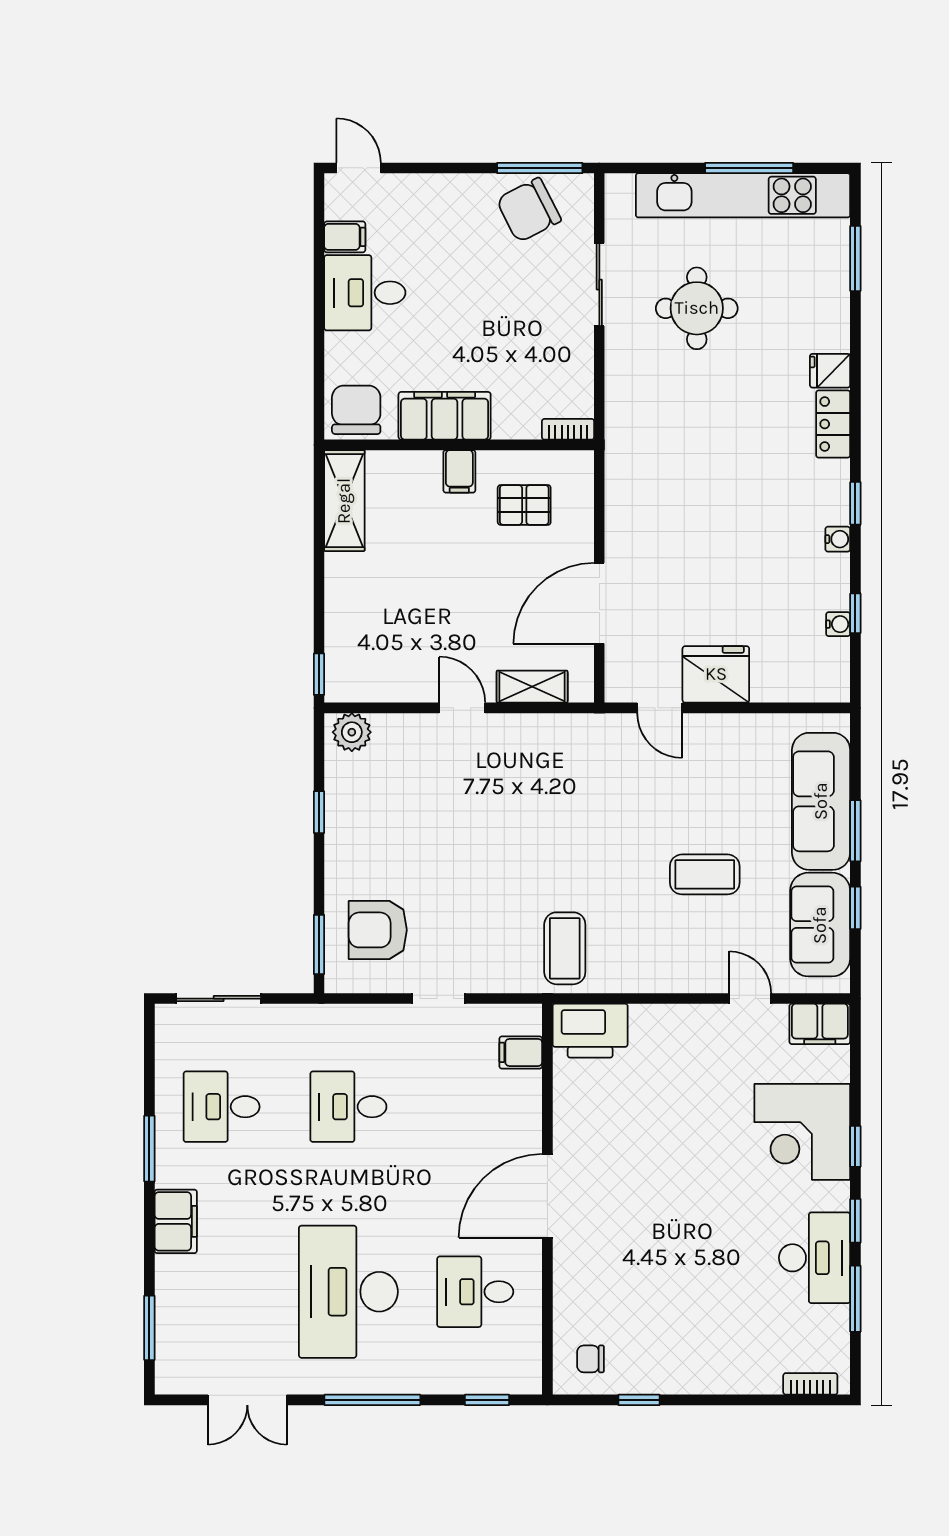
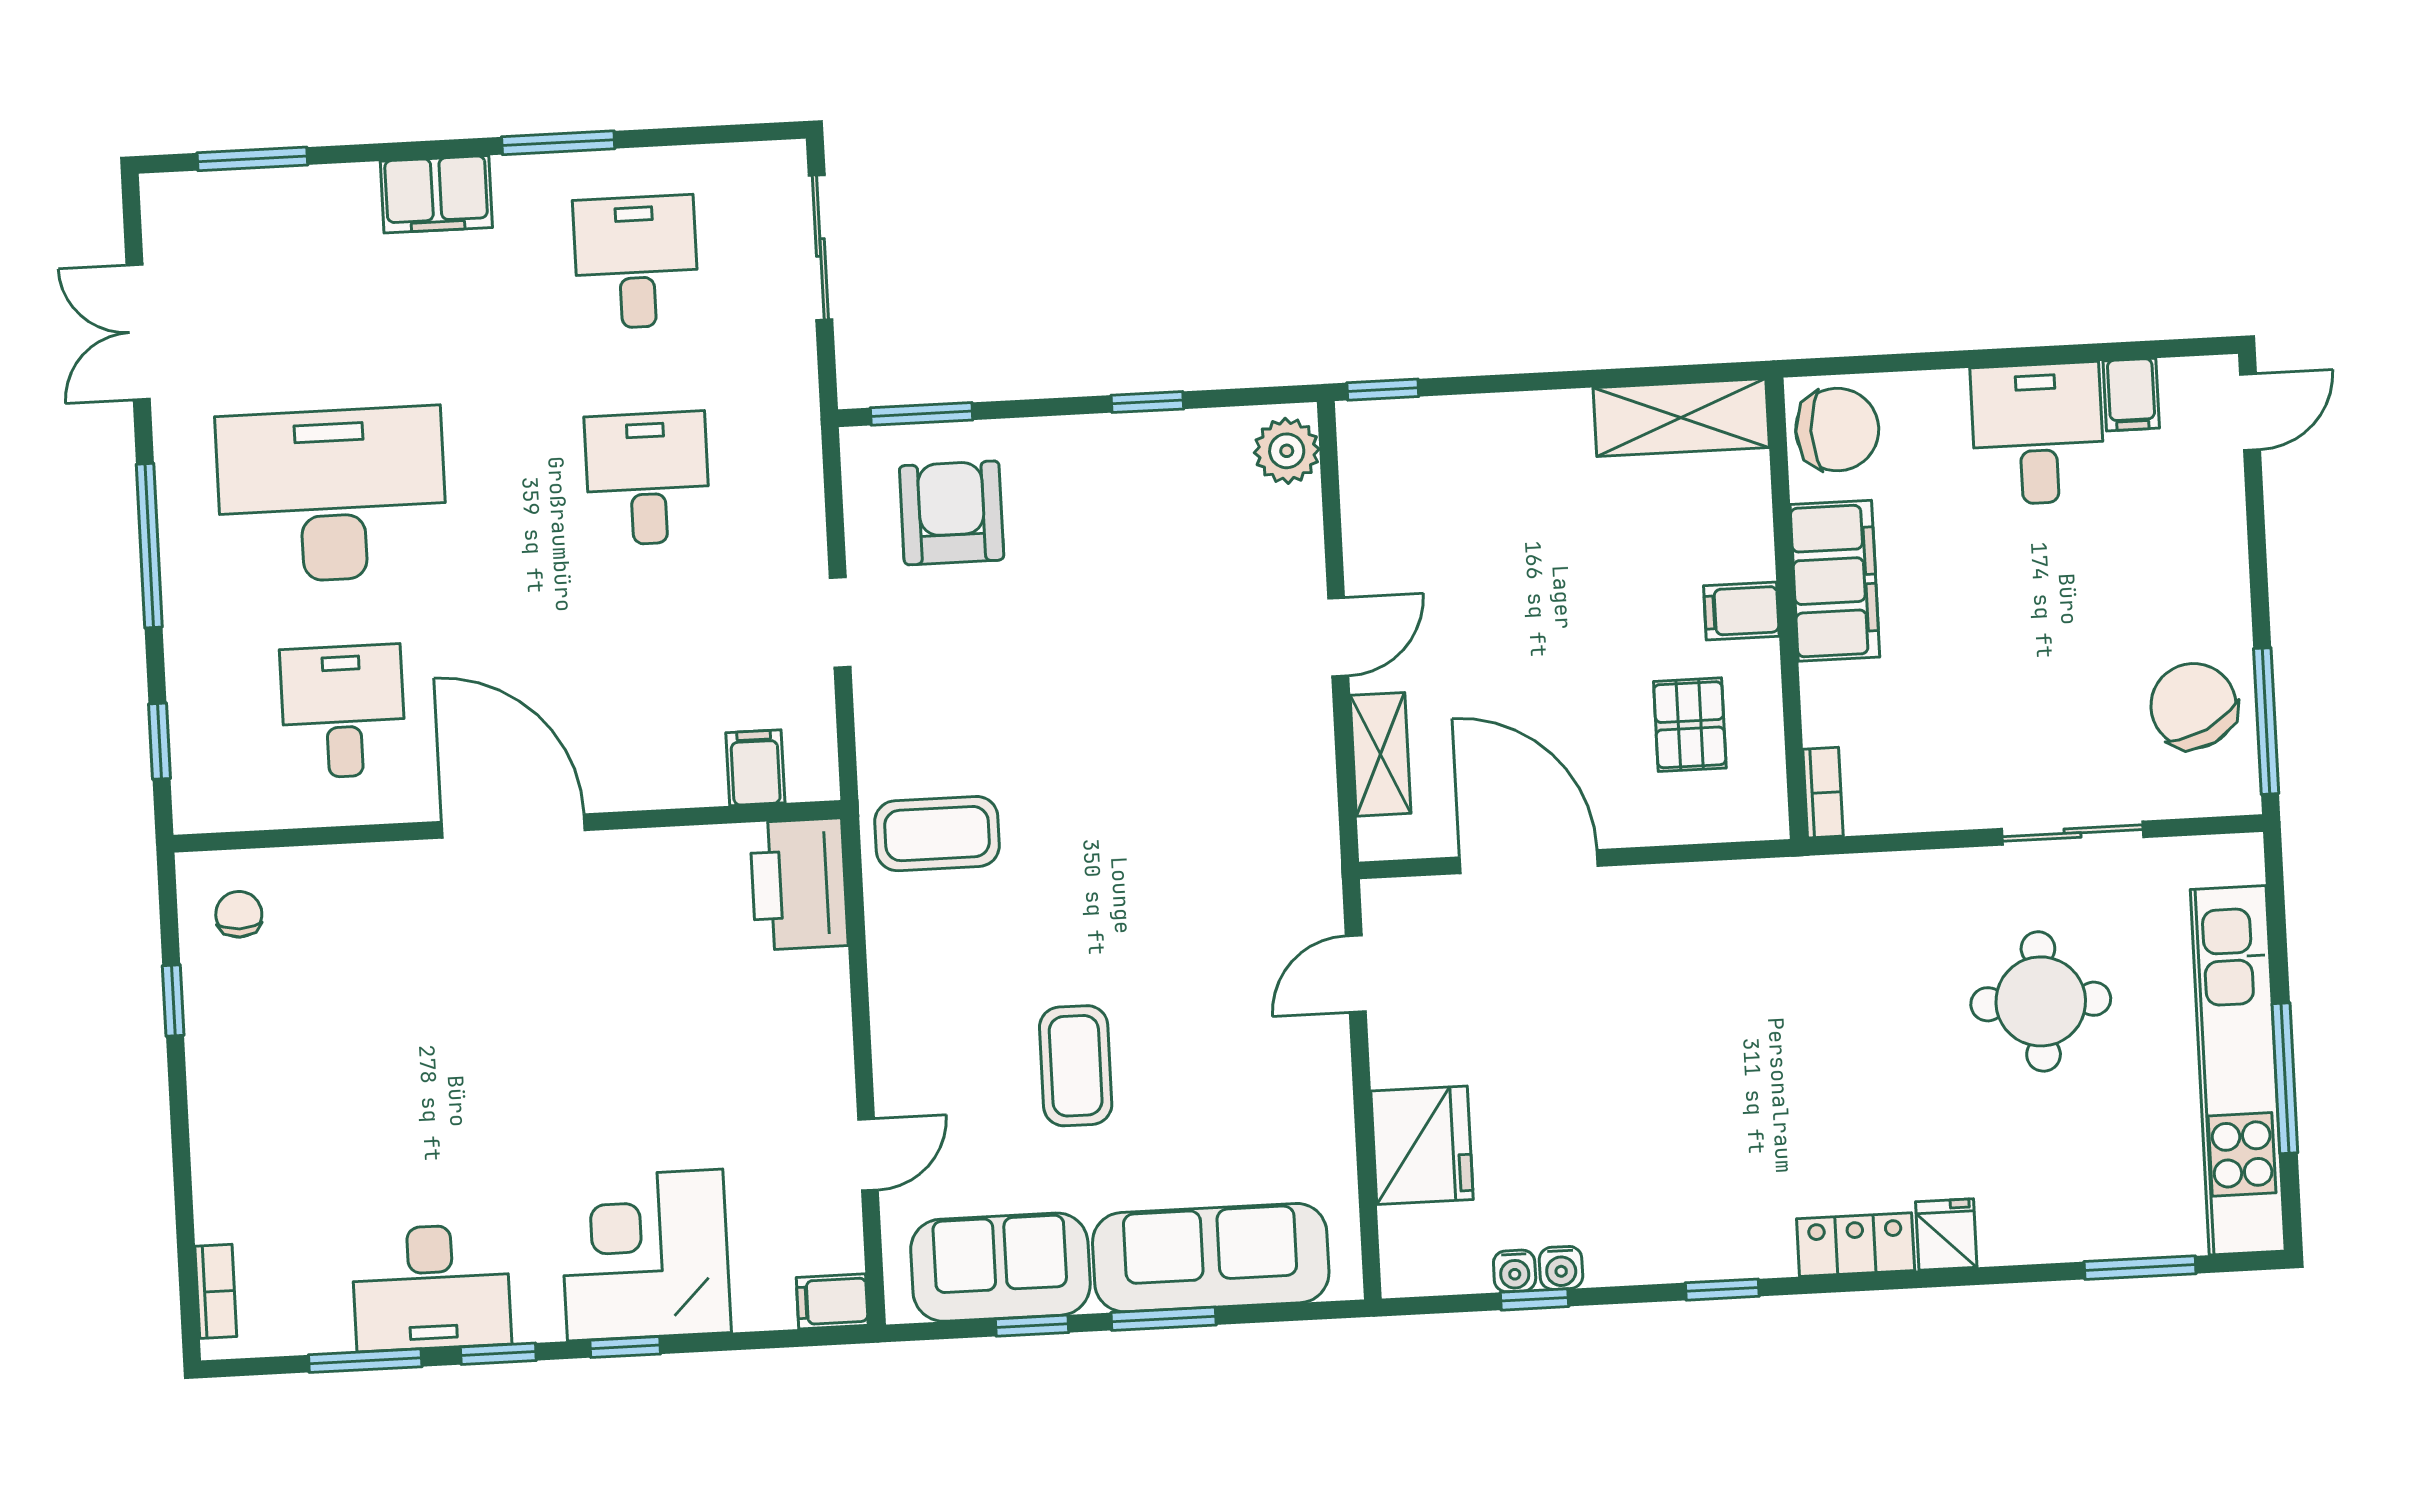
water cooler: (838, 539) -> (1561, 1268), moved
fridge: (716, 674) -> (1422, 1145), moved
filing cabinet: (820, 1024) -> (832, 1301), width x0.50

